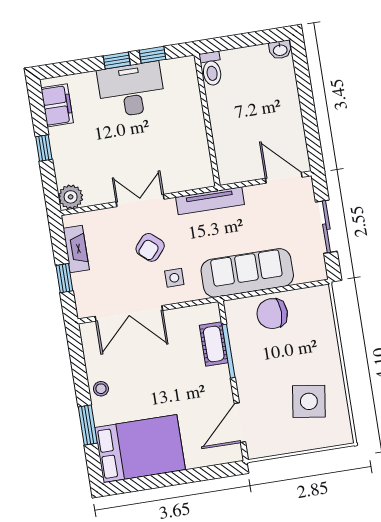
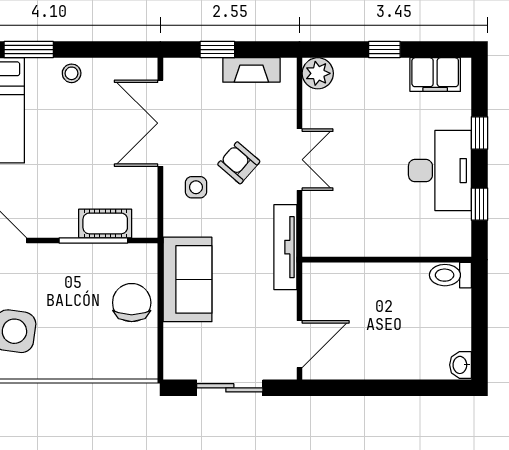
window: (117, 60) -> (480, 133), moved
sofa: (247, 273) -> (188, 279), width x0.73

